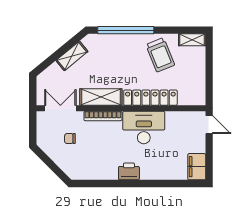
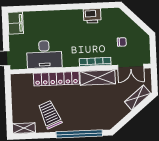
shelving: (72, 56) -> (138, 98), moved
desk: (144, 128) -> (44, 54), moved
printer: (129, 171) -> (92, 16), moved

